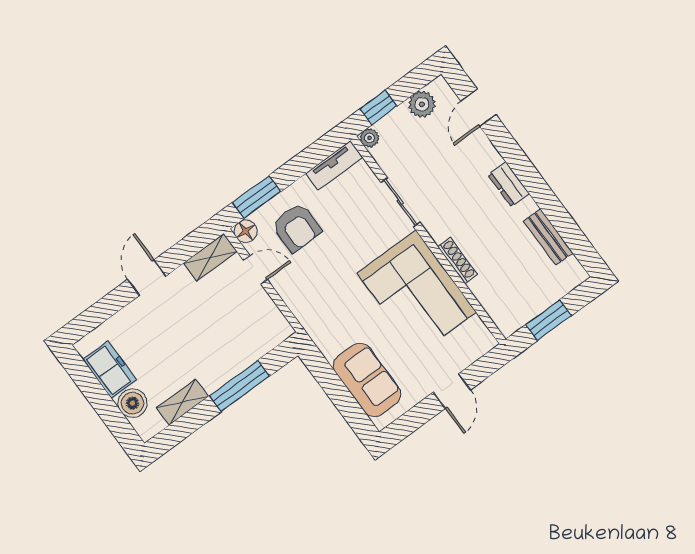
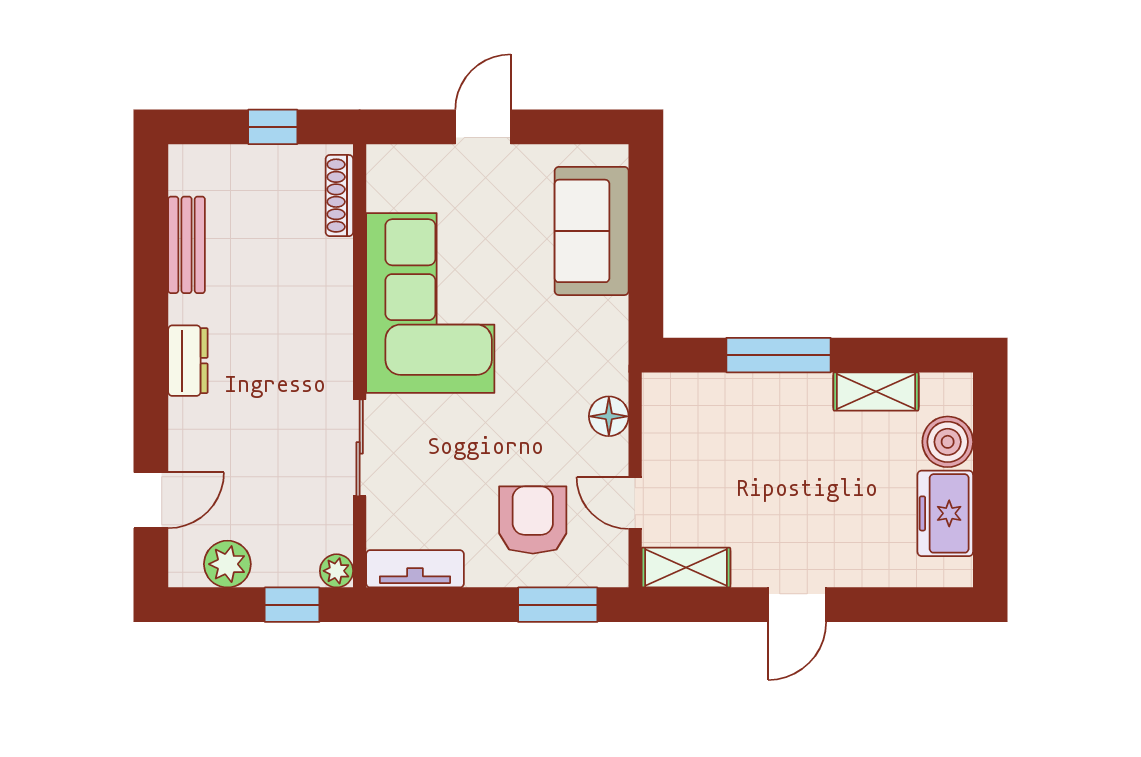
floor lamp: (246, 231) -> (609, 416), moved
shoe rack: (457, 260) -> (339, 196), moved
window: (548, 320) -> (273, 127), width x0.67

